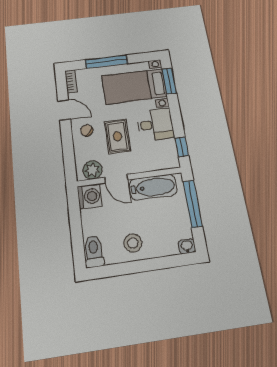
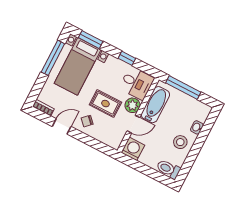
window: (106, 62) -> (53, 58), moved
desk: (155, 124) -> (137, 83), moved, turned 90
window: (182, 147) -> (127, 58), moved
plant: (92, 170) -> (133, 105), moved
washbasin: (187, 246) -> (197, 127), moved

